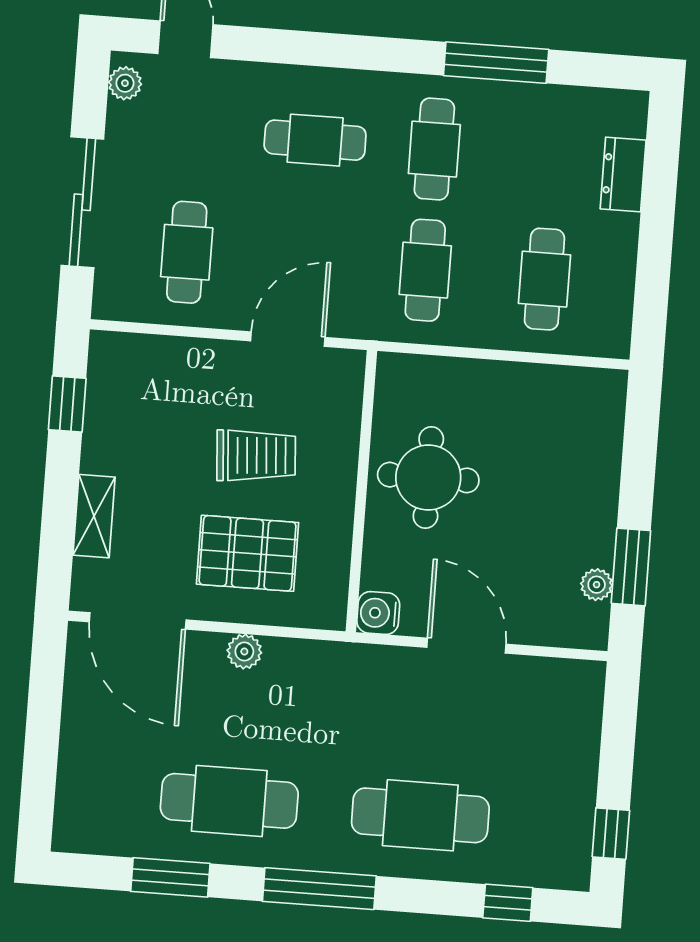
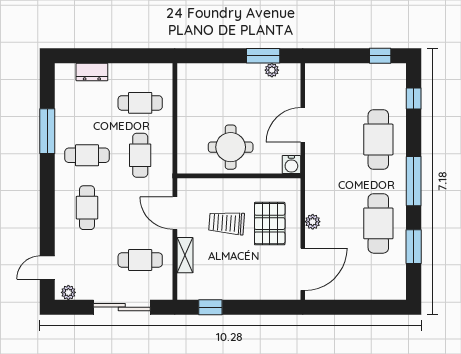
cafe table: (425, 270) -> (140, 155), turned 90
trolley: (256, 455) -> (227, 223), turned -82
shelving: (94, 516) -> (185, 255), moved, turned 90

